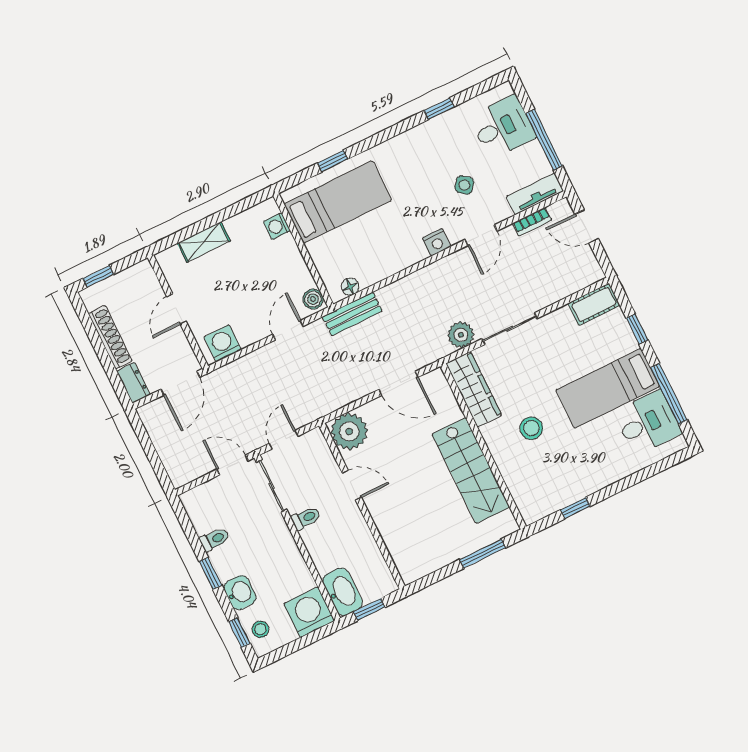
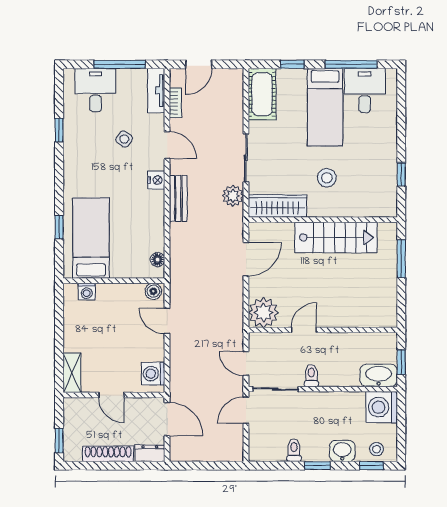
shelving: (204, 242) -> (72, 373), moved
cot: (594, 304) -> (262, 94), width x1.37, depth x1.34
bench: (352, 314) -> (178, 198), moved

